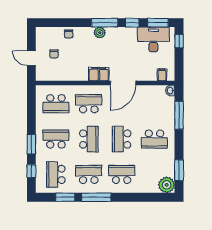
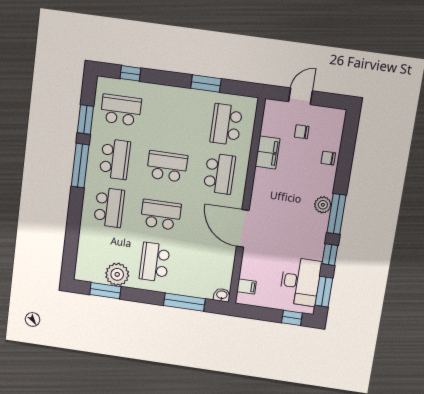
filing cabinet: (99, 74) -> (268, 152), moved
school desk: (56, 139) -> (173, 117), removed
school desk: (89, 139) -> (167, 166), turned 180
window: (31, 144) -> (206, 84), moved
plant: (167, 185) -> (117, 274), moved

